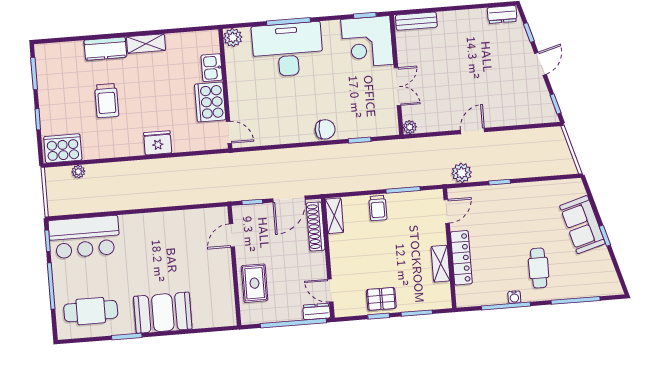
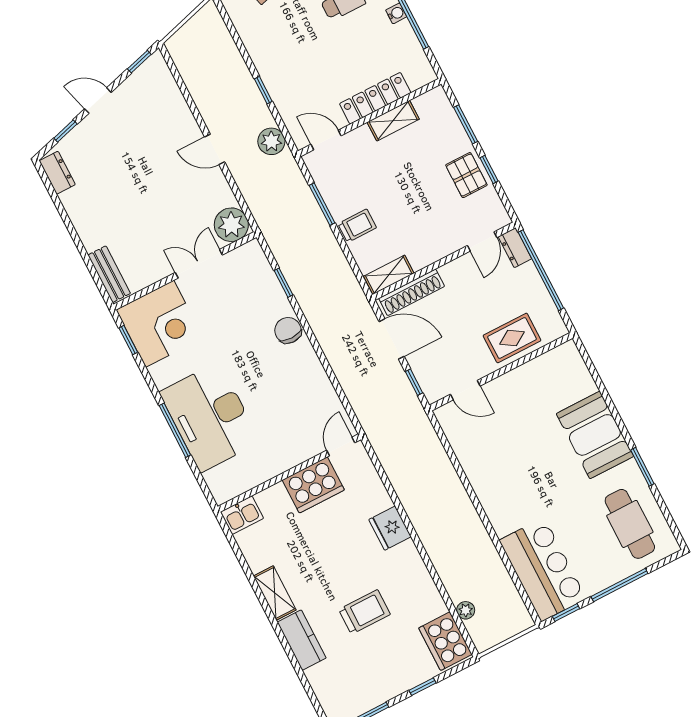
plant: (233, 38) -> (223, 490), removed
kitchen sink: (212, 68) -> (242, 515), moved
plant: (410, 127) -> (231, 225), width x1.88, depth x1.88

